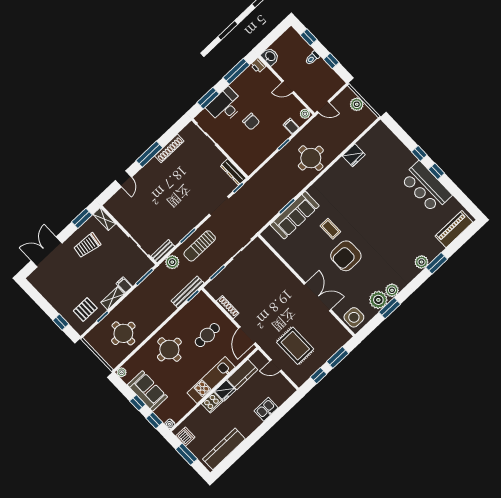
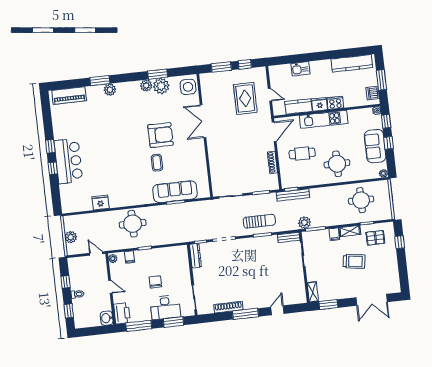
printer: (258, 65) -> (122, 313), width x1.87, depth x1.48
bar counter: (426, 187) -> (68, 161), moved
trolley: (87, 245) -> (354, 261), moved
plant: (172, 262) -> (304, 223), moved

